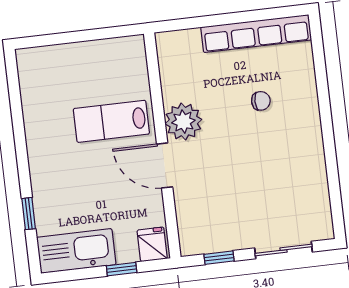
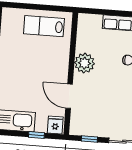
lab bench: (111, 121) -> (44, 26), moved
door: (165, 165) -> (69, 96), moved

